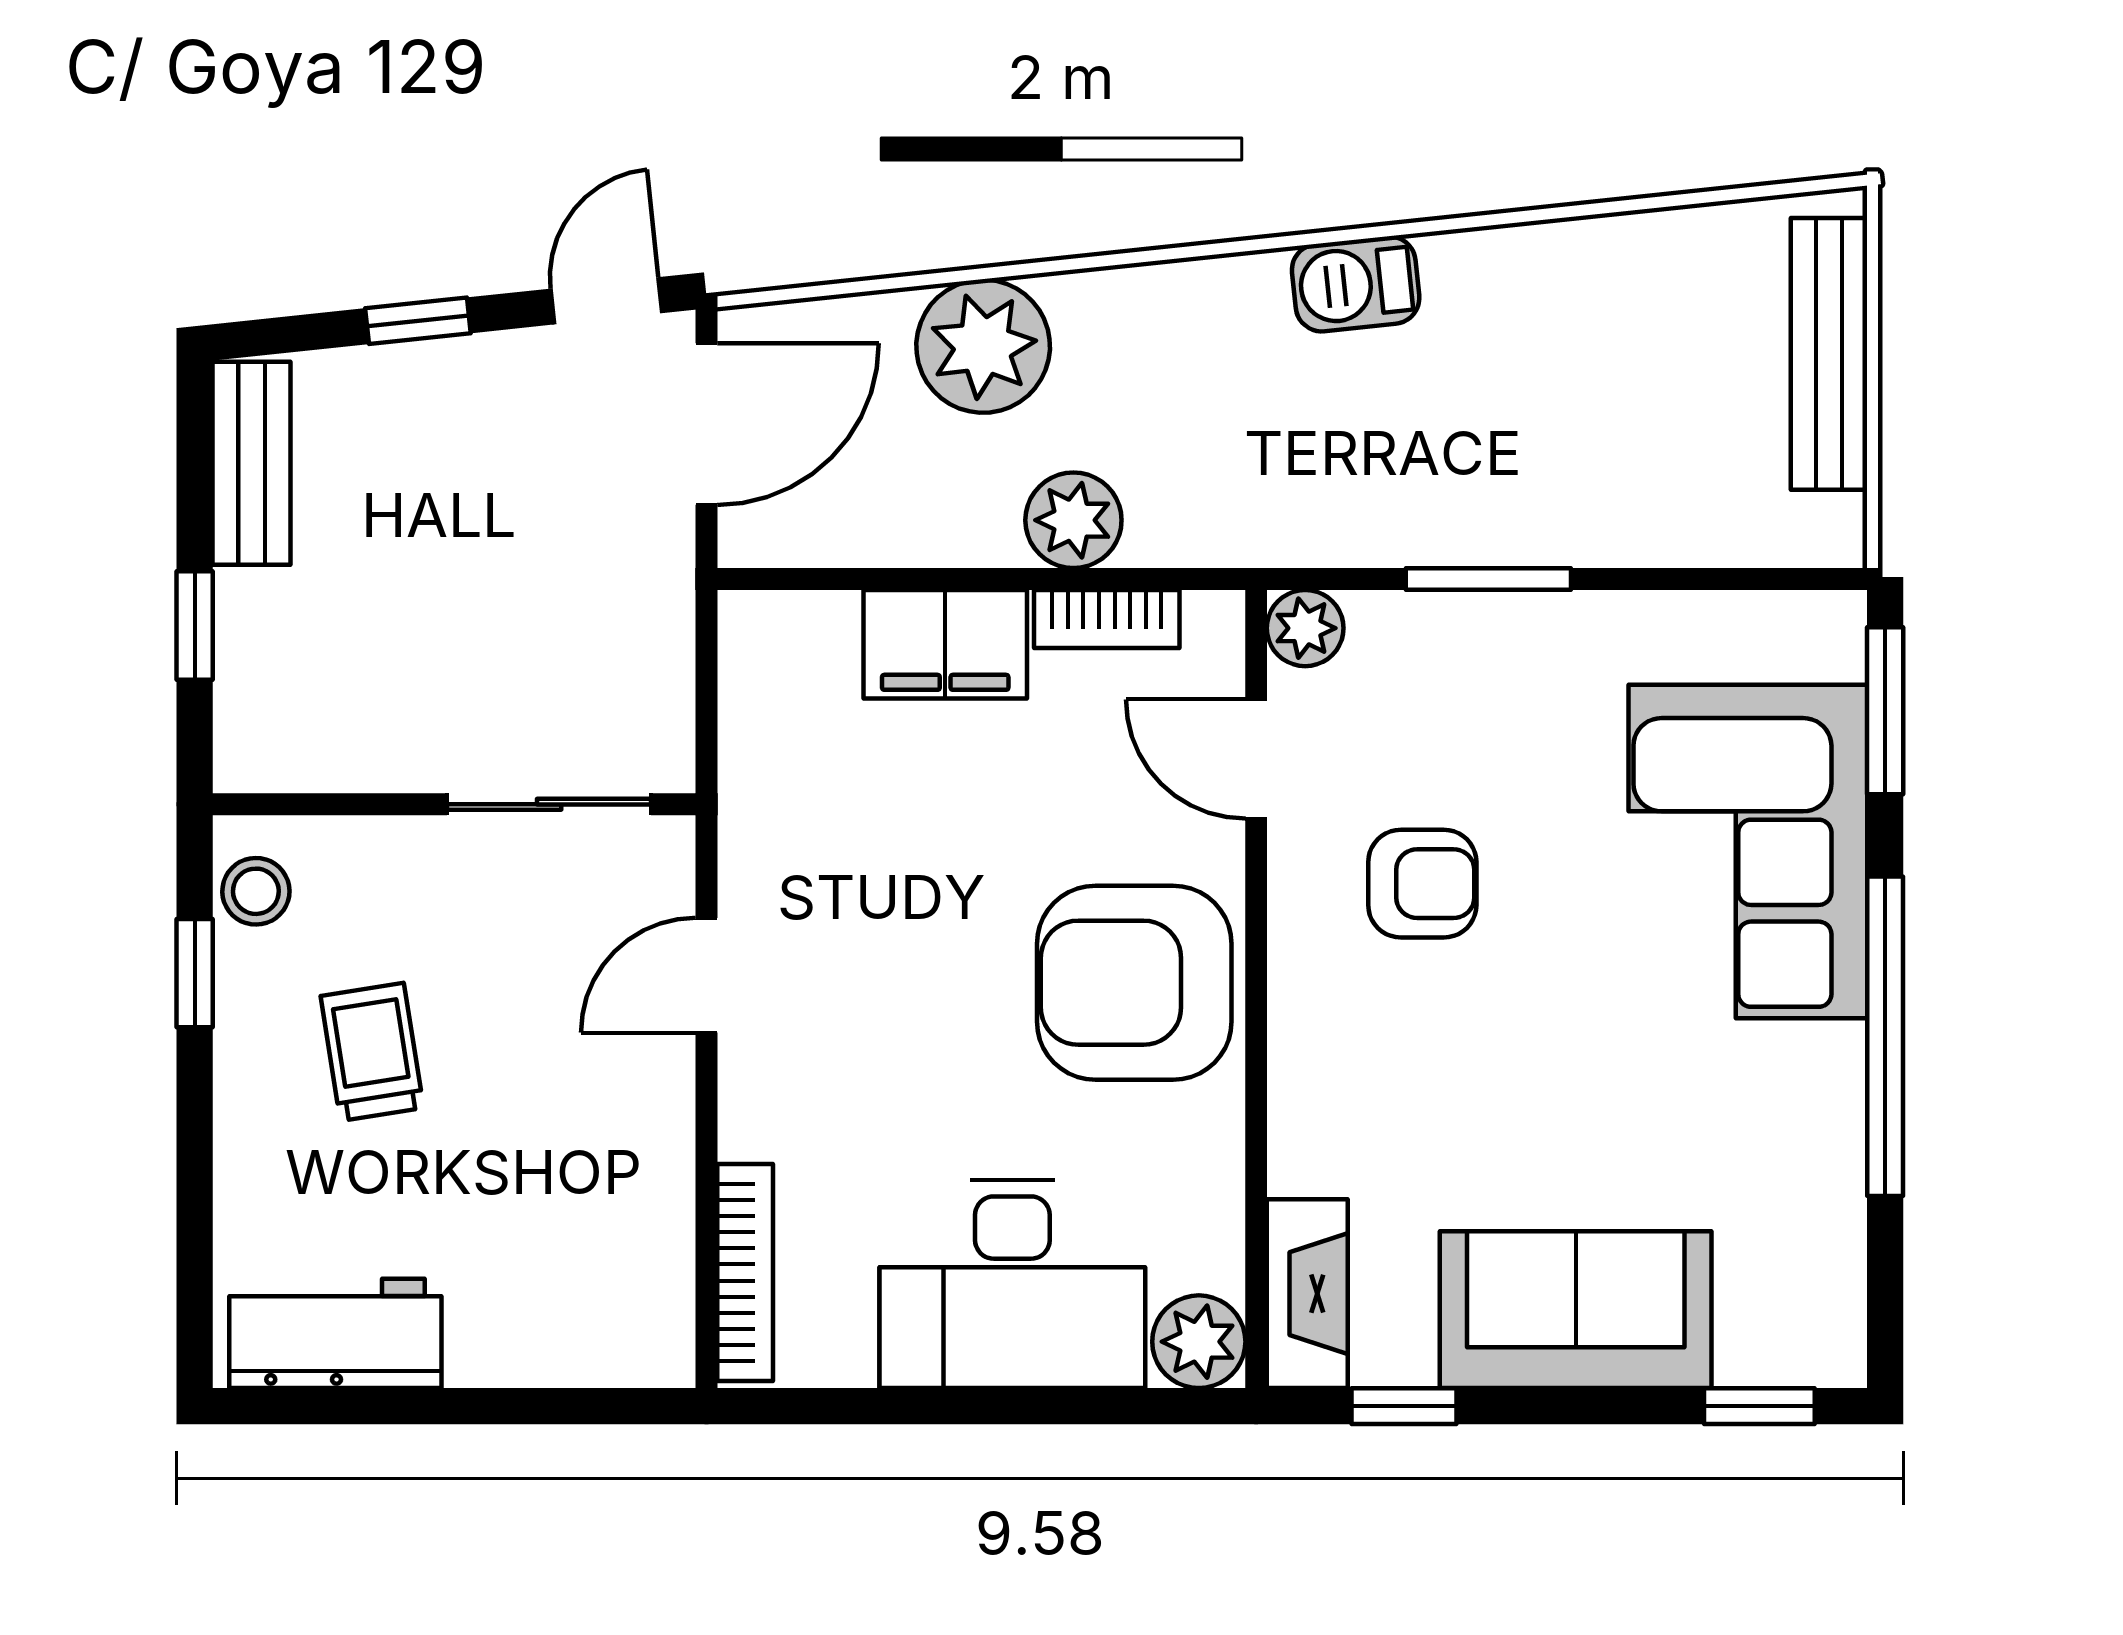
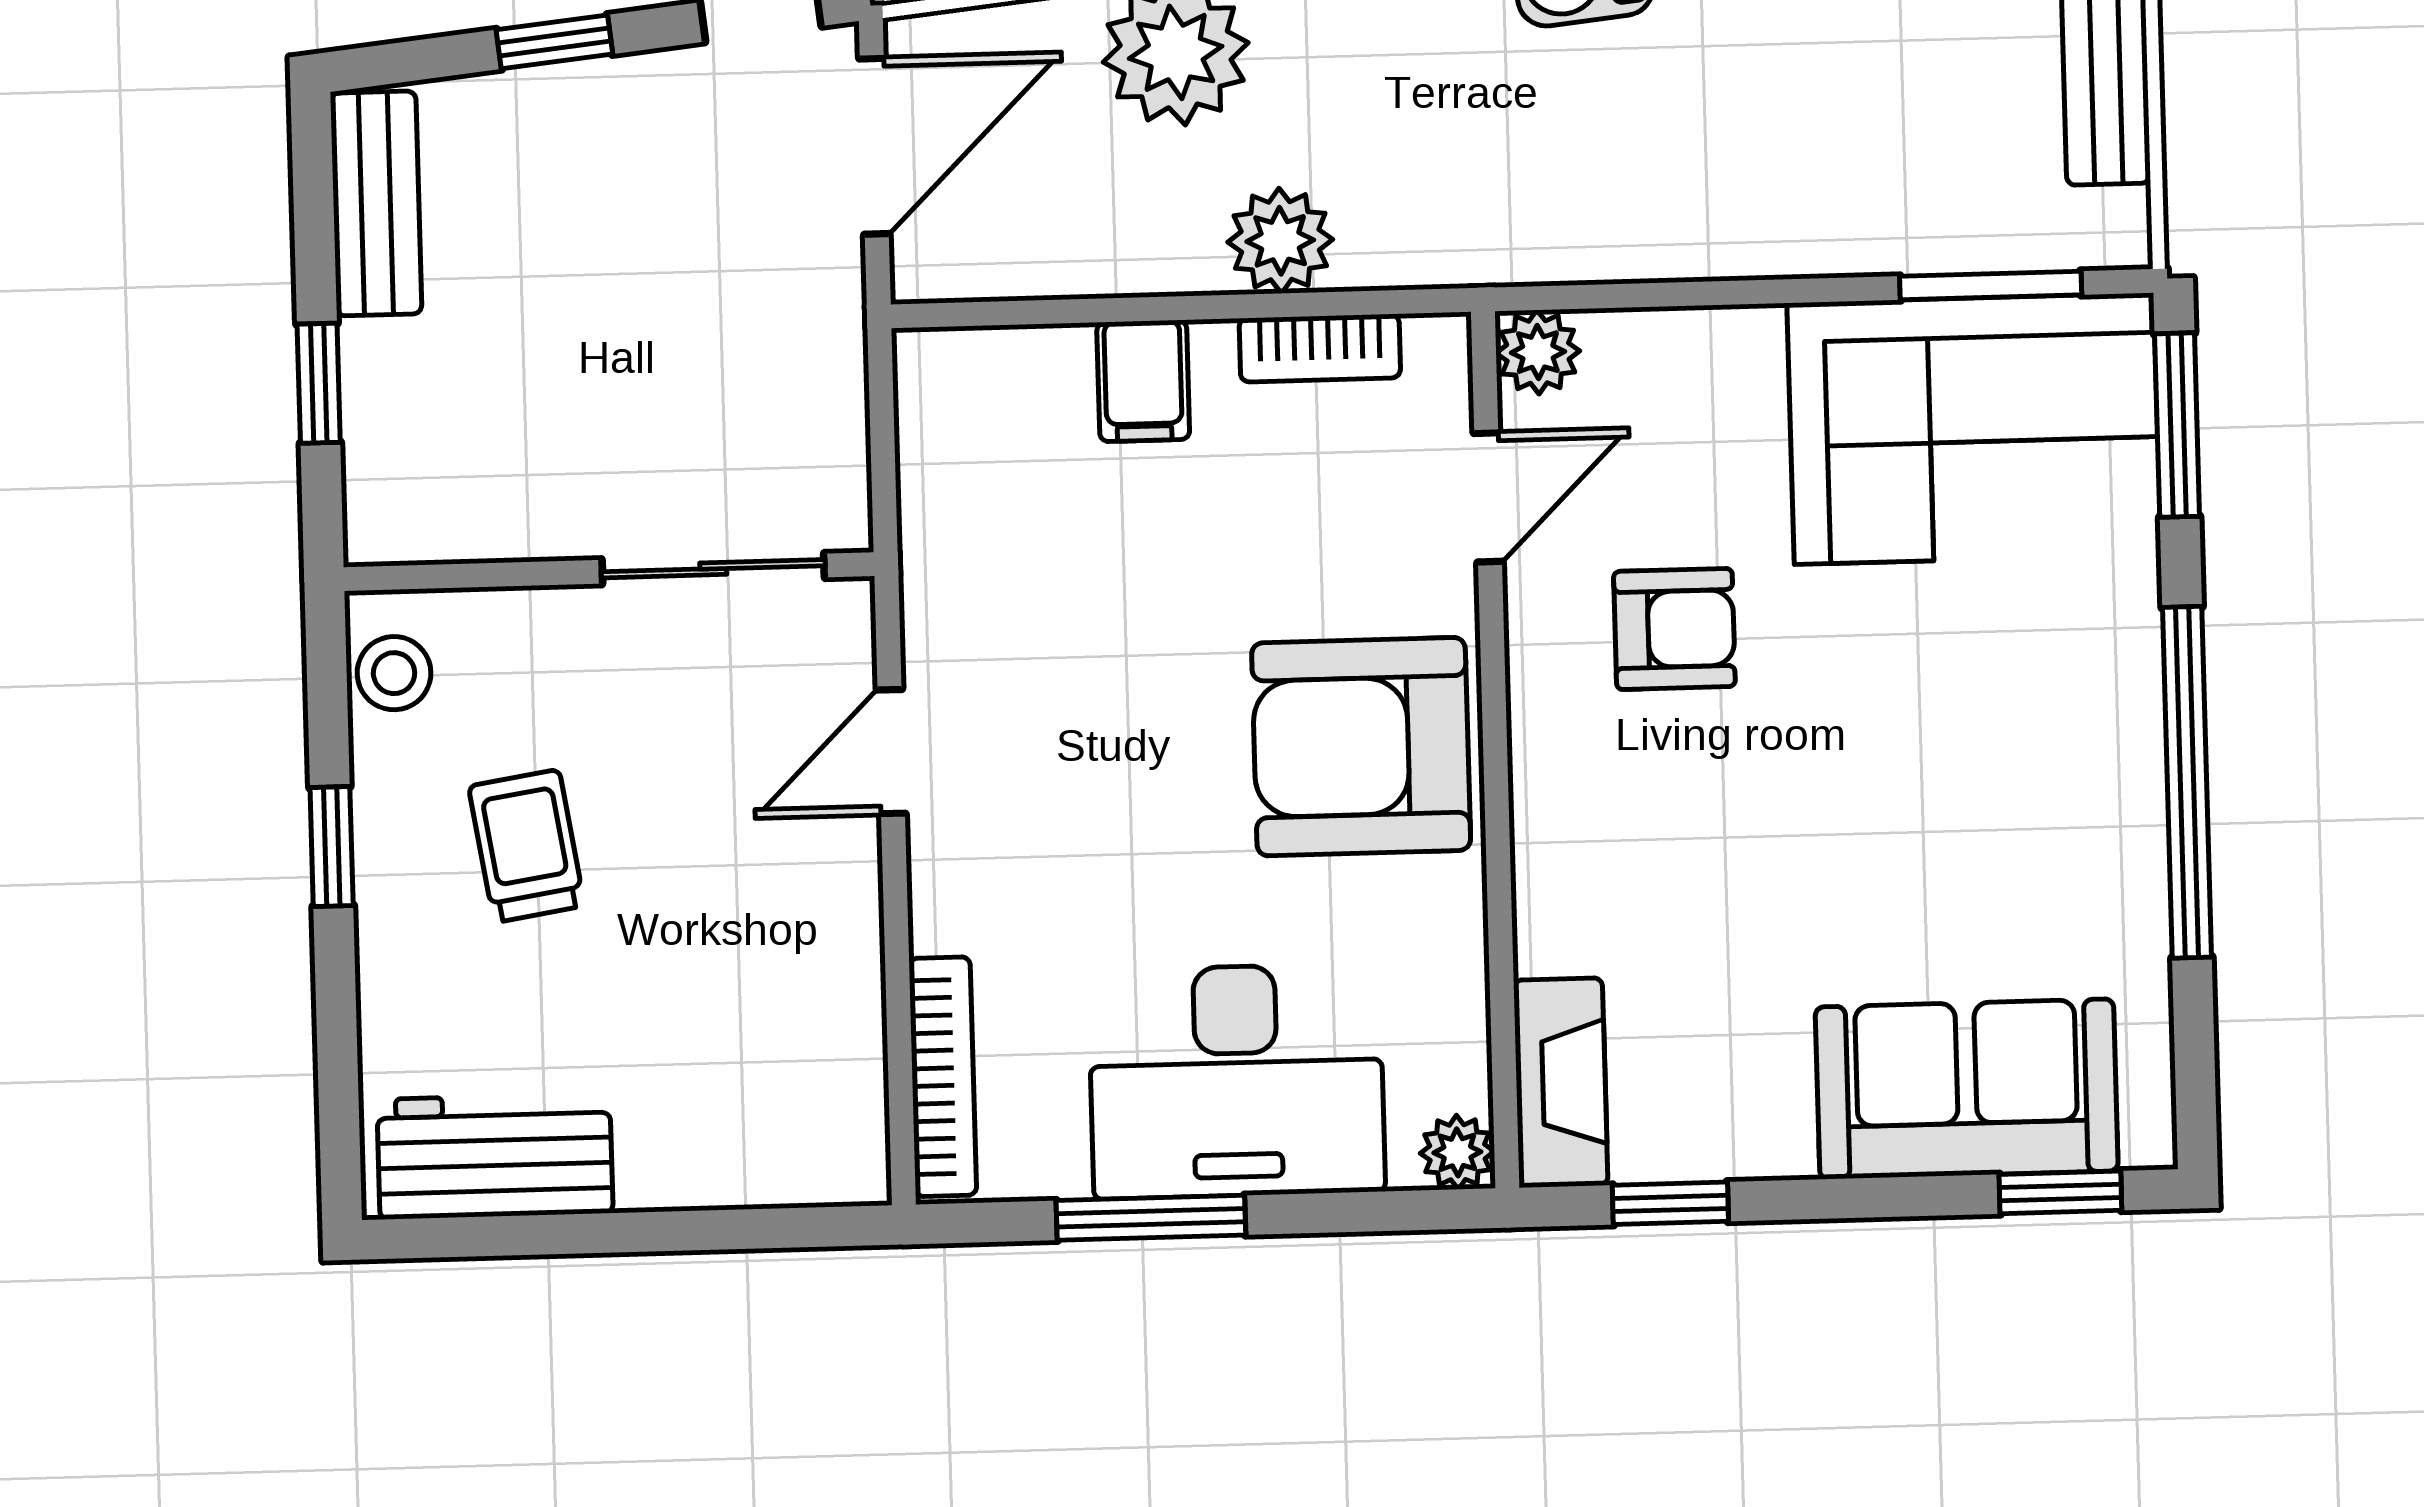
window: (1488, 579) -> (1991, 285), moved
filing cabinet: (945, 644) -> (1143, 381), width x0.50
door: (1256, 759) -> (1488, 497), swing flipped
corner sofa: (1748, 852) -> (1974, 429), moved, turned -90
window: (195, 973) -> (332, 847), moved
sofa: (1576, 1310) -> (1967, 1089), moved
plant: (1199, 1342) -> (1457, 1152), width x0.73, depth x0.73
window: (931, 1406) -> (1151, 1218), added

